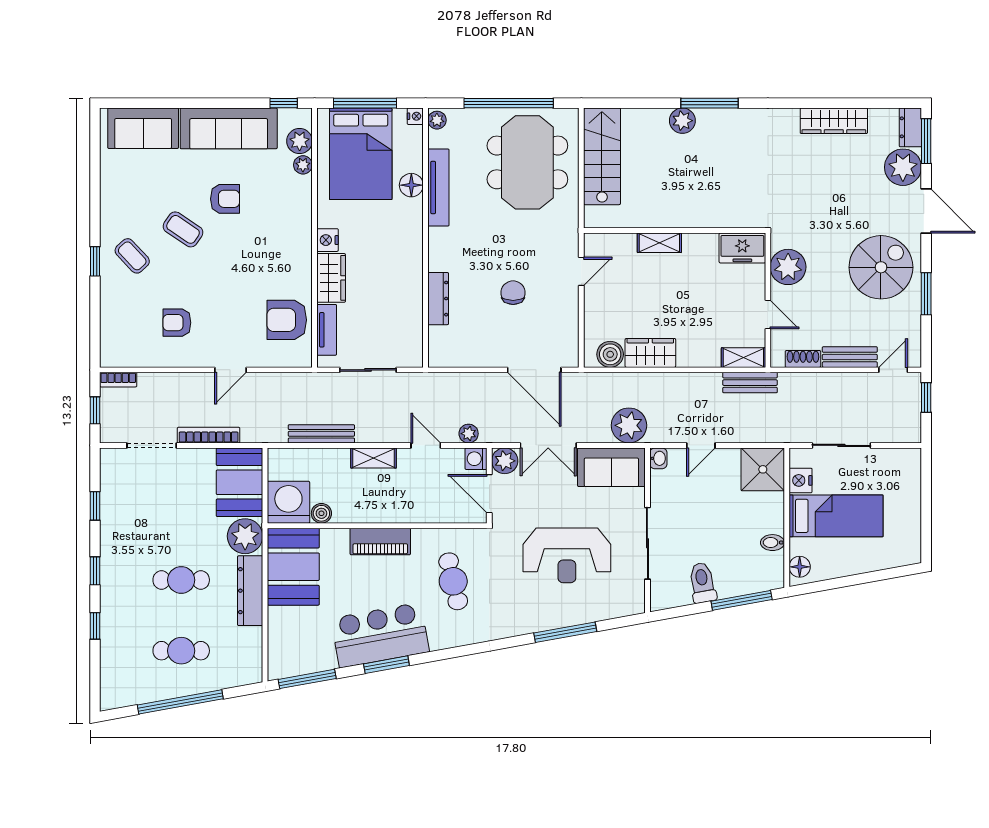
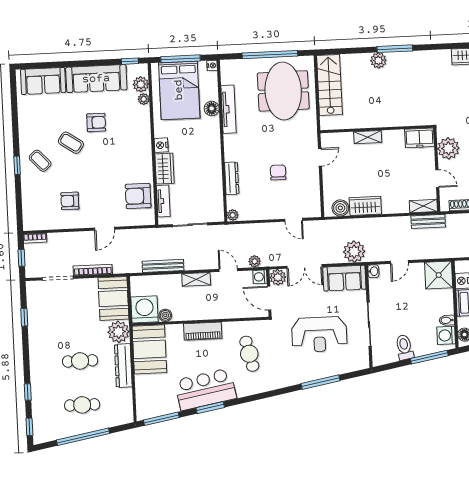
plant: (437, 120) -> (233, 215), moved
door: (534, 370) -> (294, 220), width x0.53
washing machine: (770, 567) -> (446, 335), added
window: (95, 571) -> (29, 427), moved

